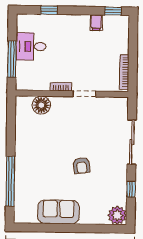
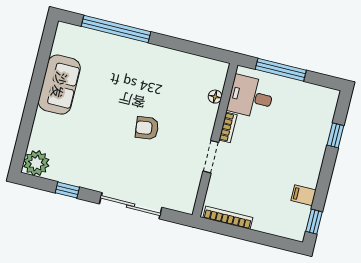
desk: (31, 46) -> (251, 97), moved, turned -90
floor lamp: (41, 105) -> (215, 97), width x0.53, depth x0.53
armchair: (82, 166) -> (147, 128), moved

